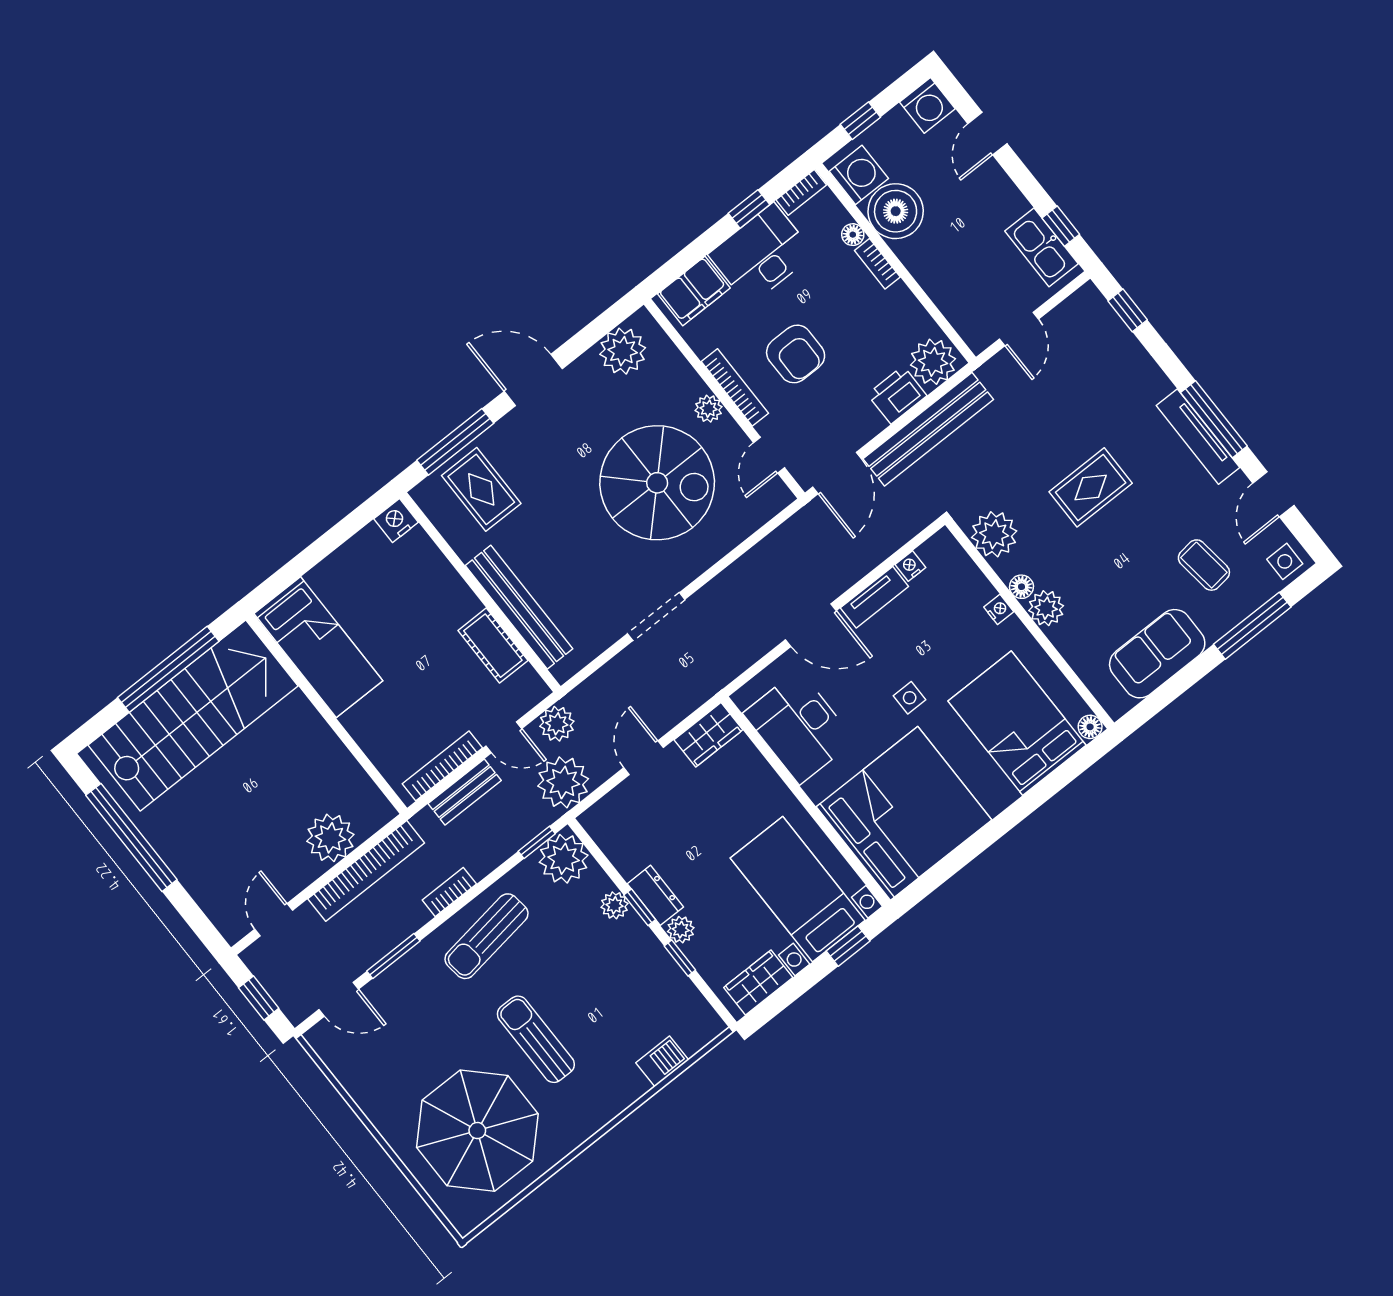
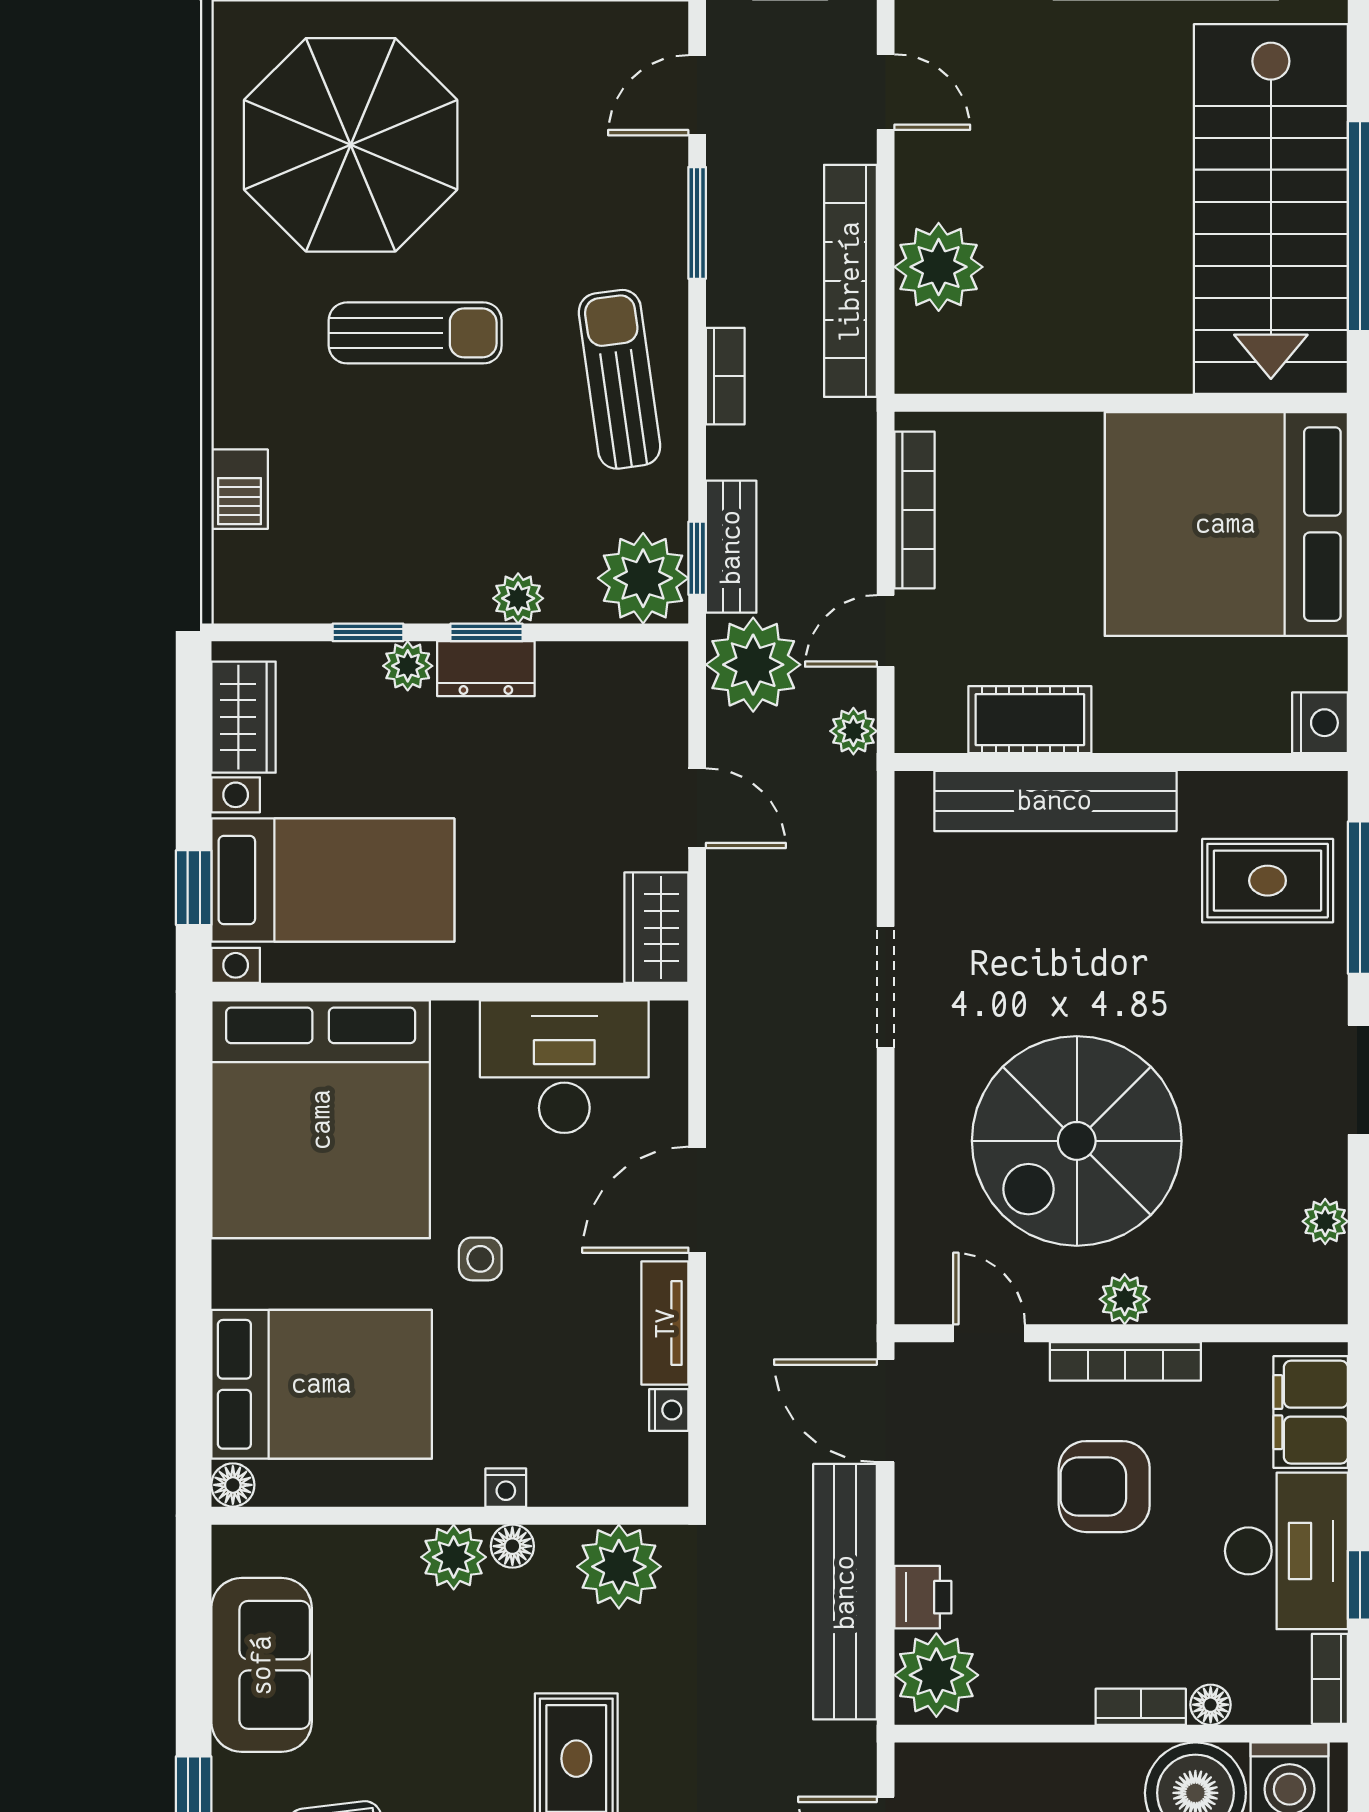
plant: (623, 351) -> (1325, 1221), width x0.53, depth x0.53
printer: (897, 395) -> (923, 1597), width x0.73, depth x0.81
bed: (318, 647) -> (1226, 524), width x2.04
plant: (557, 724) -> (853, 731), width x0.73, depth x0.73
bench: (465, 792) -> (731, 547), moved

